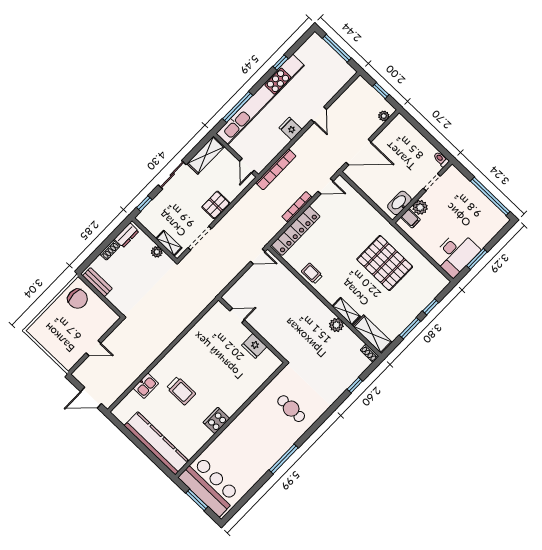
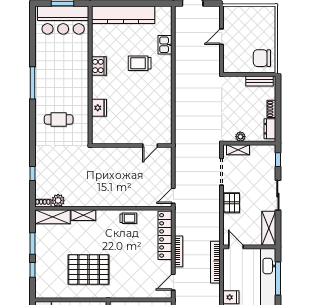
plant: (336, 325) -> (58, 200), moved
fridge: (254, 346) -> (99, 108), moved, turned 90

